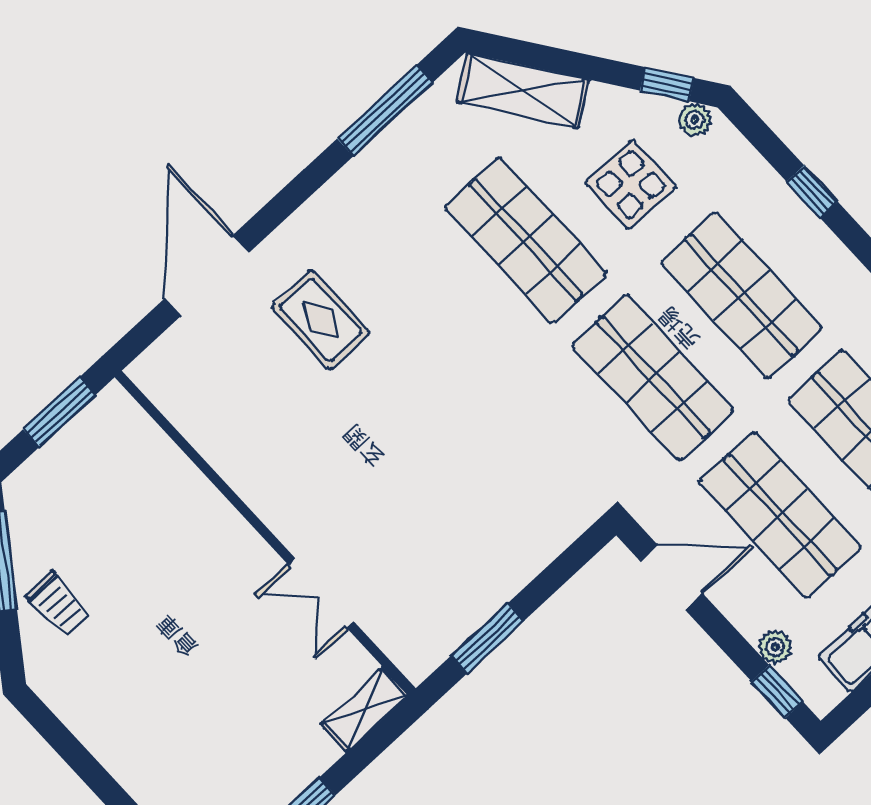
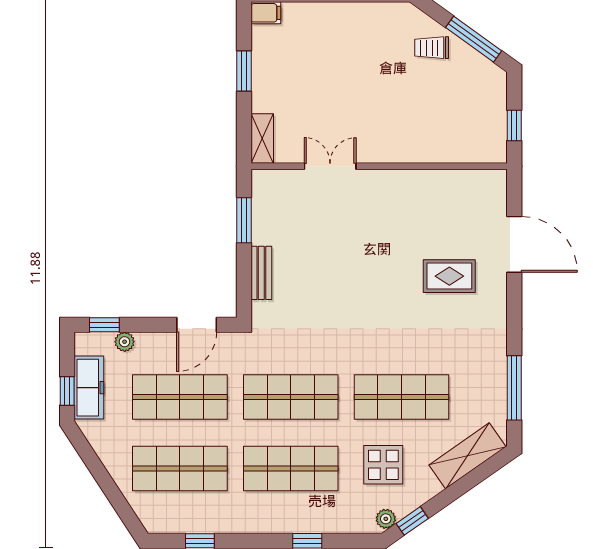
window: (59, 412) -> (514, 125), width x0.67
bench: (533, 556) -> (261, 273), added

